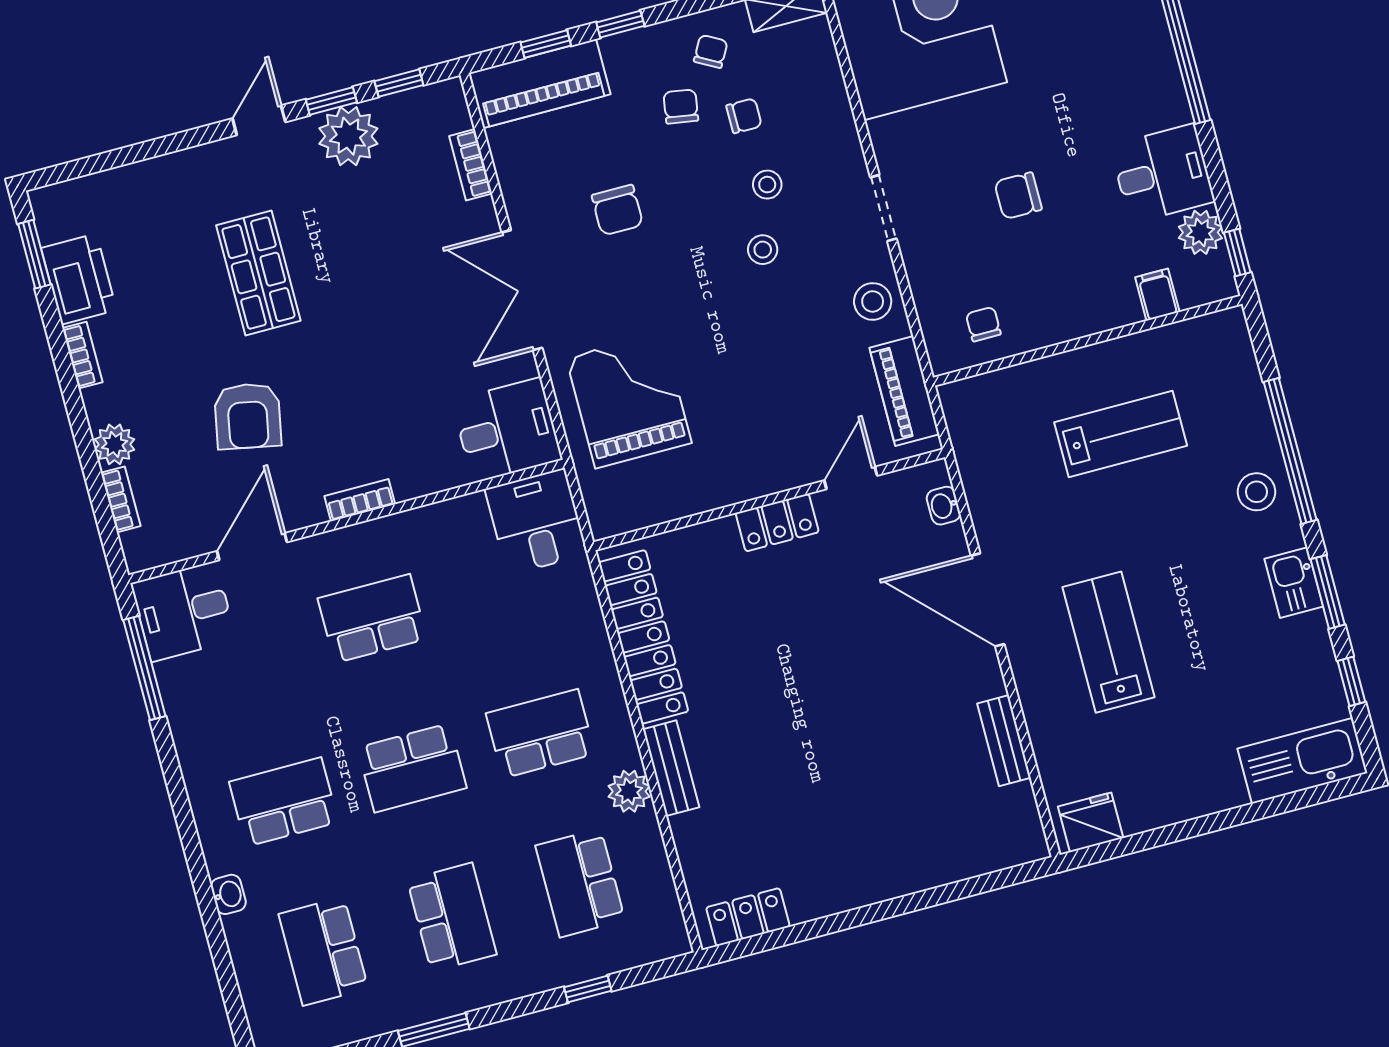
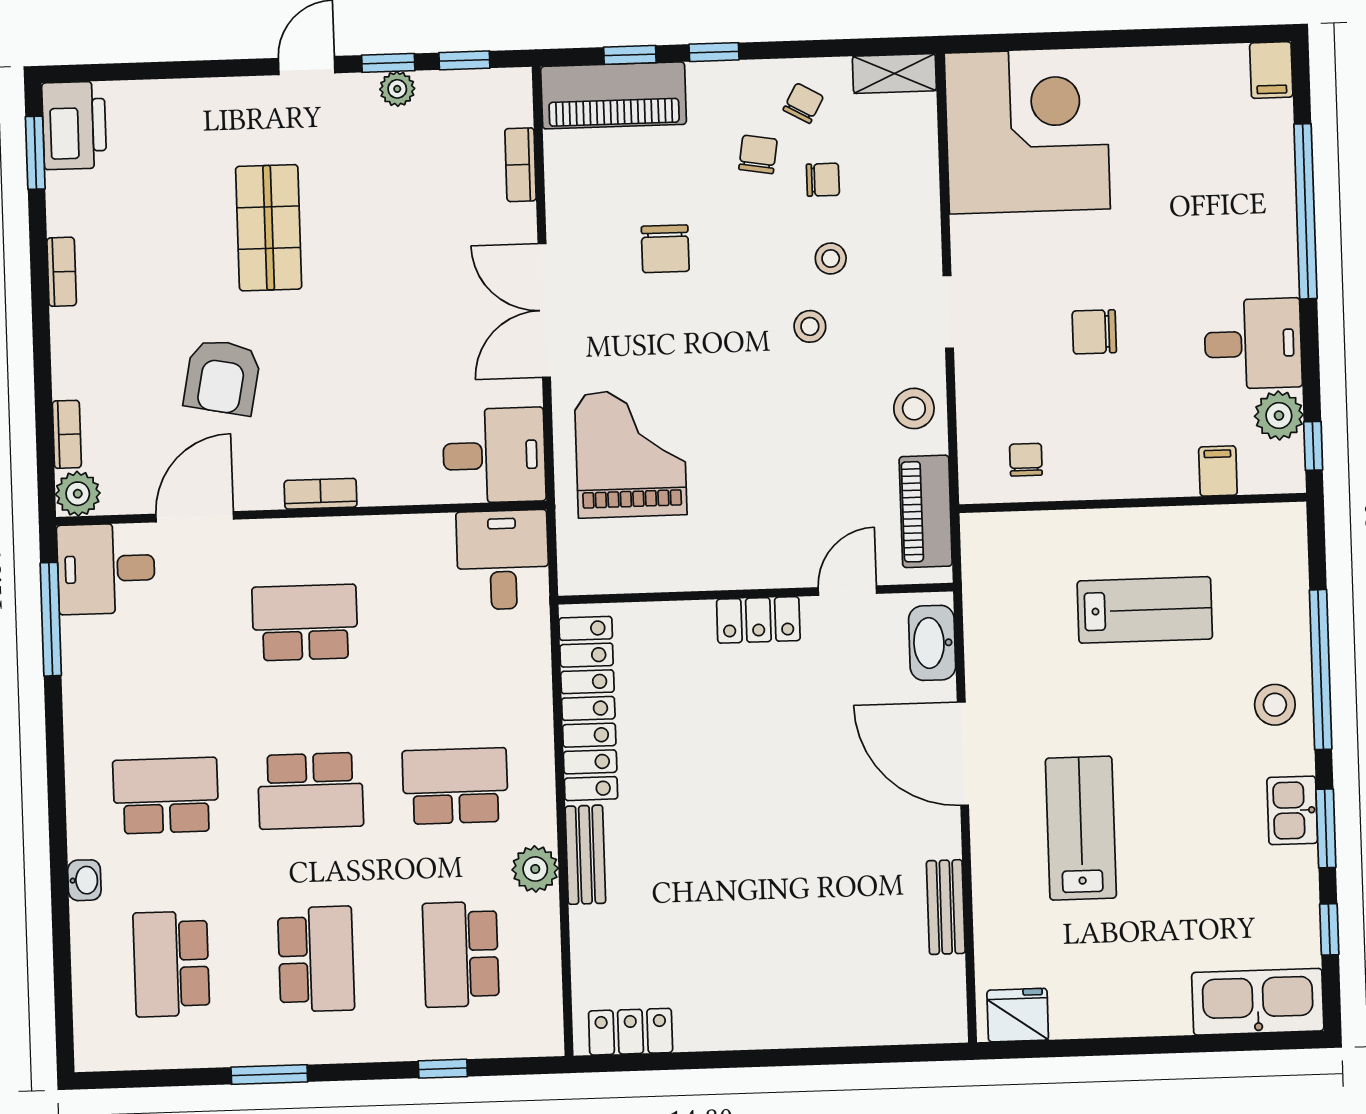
plant: (348, 136) -> (397, 89), width x0.53, depth x0.53
printer: (79, 279) -> (74, 125), moved
plant: (114, 444) -> (78, 494), moved
washbasin: (944, 506) -> (932, 643), width x1.91, depth x1.45

